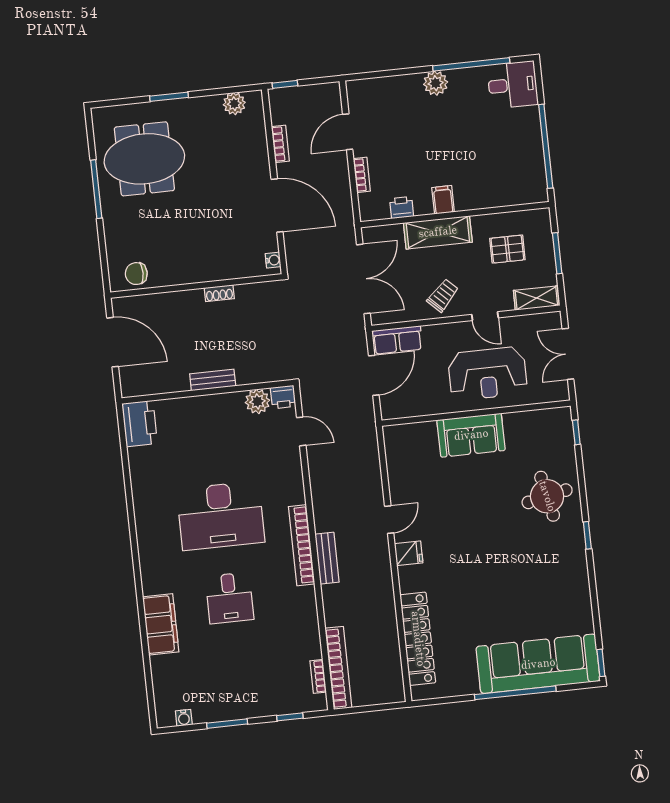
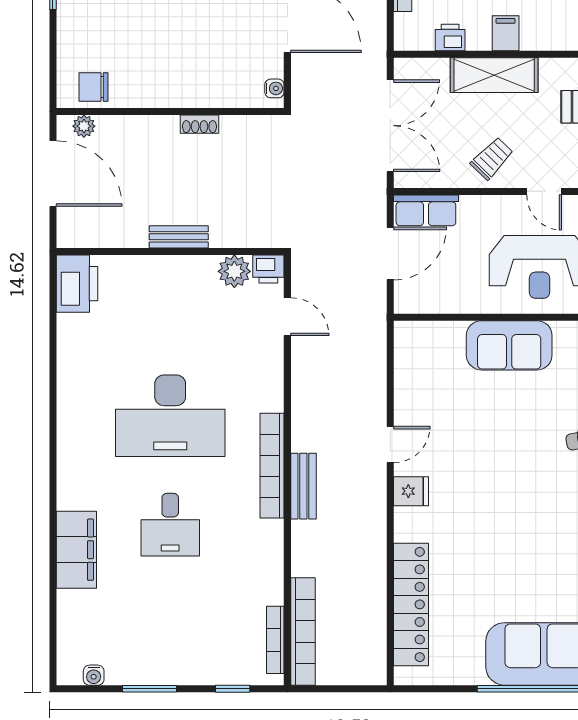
plant: (132, 304) -> (84, 126), added
bookcase: (318, 676) -> (275, 640), width x1.56

